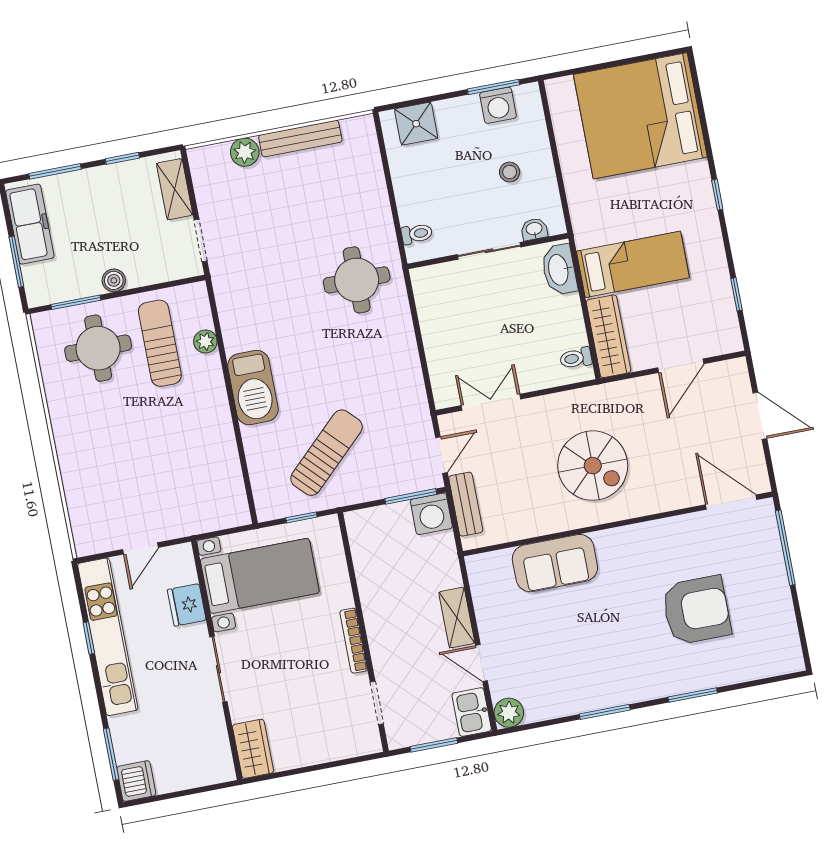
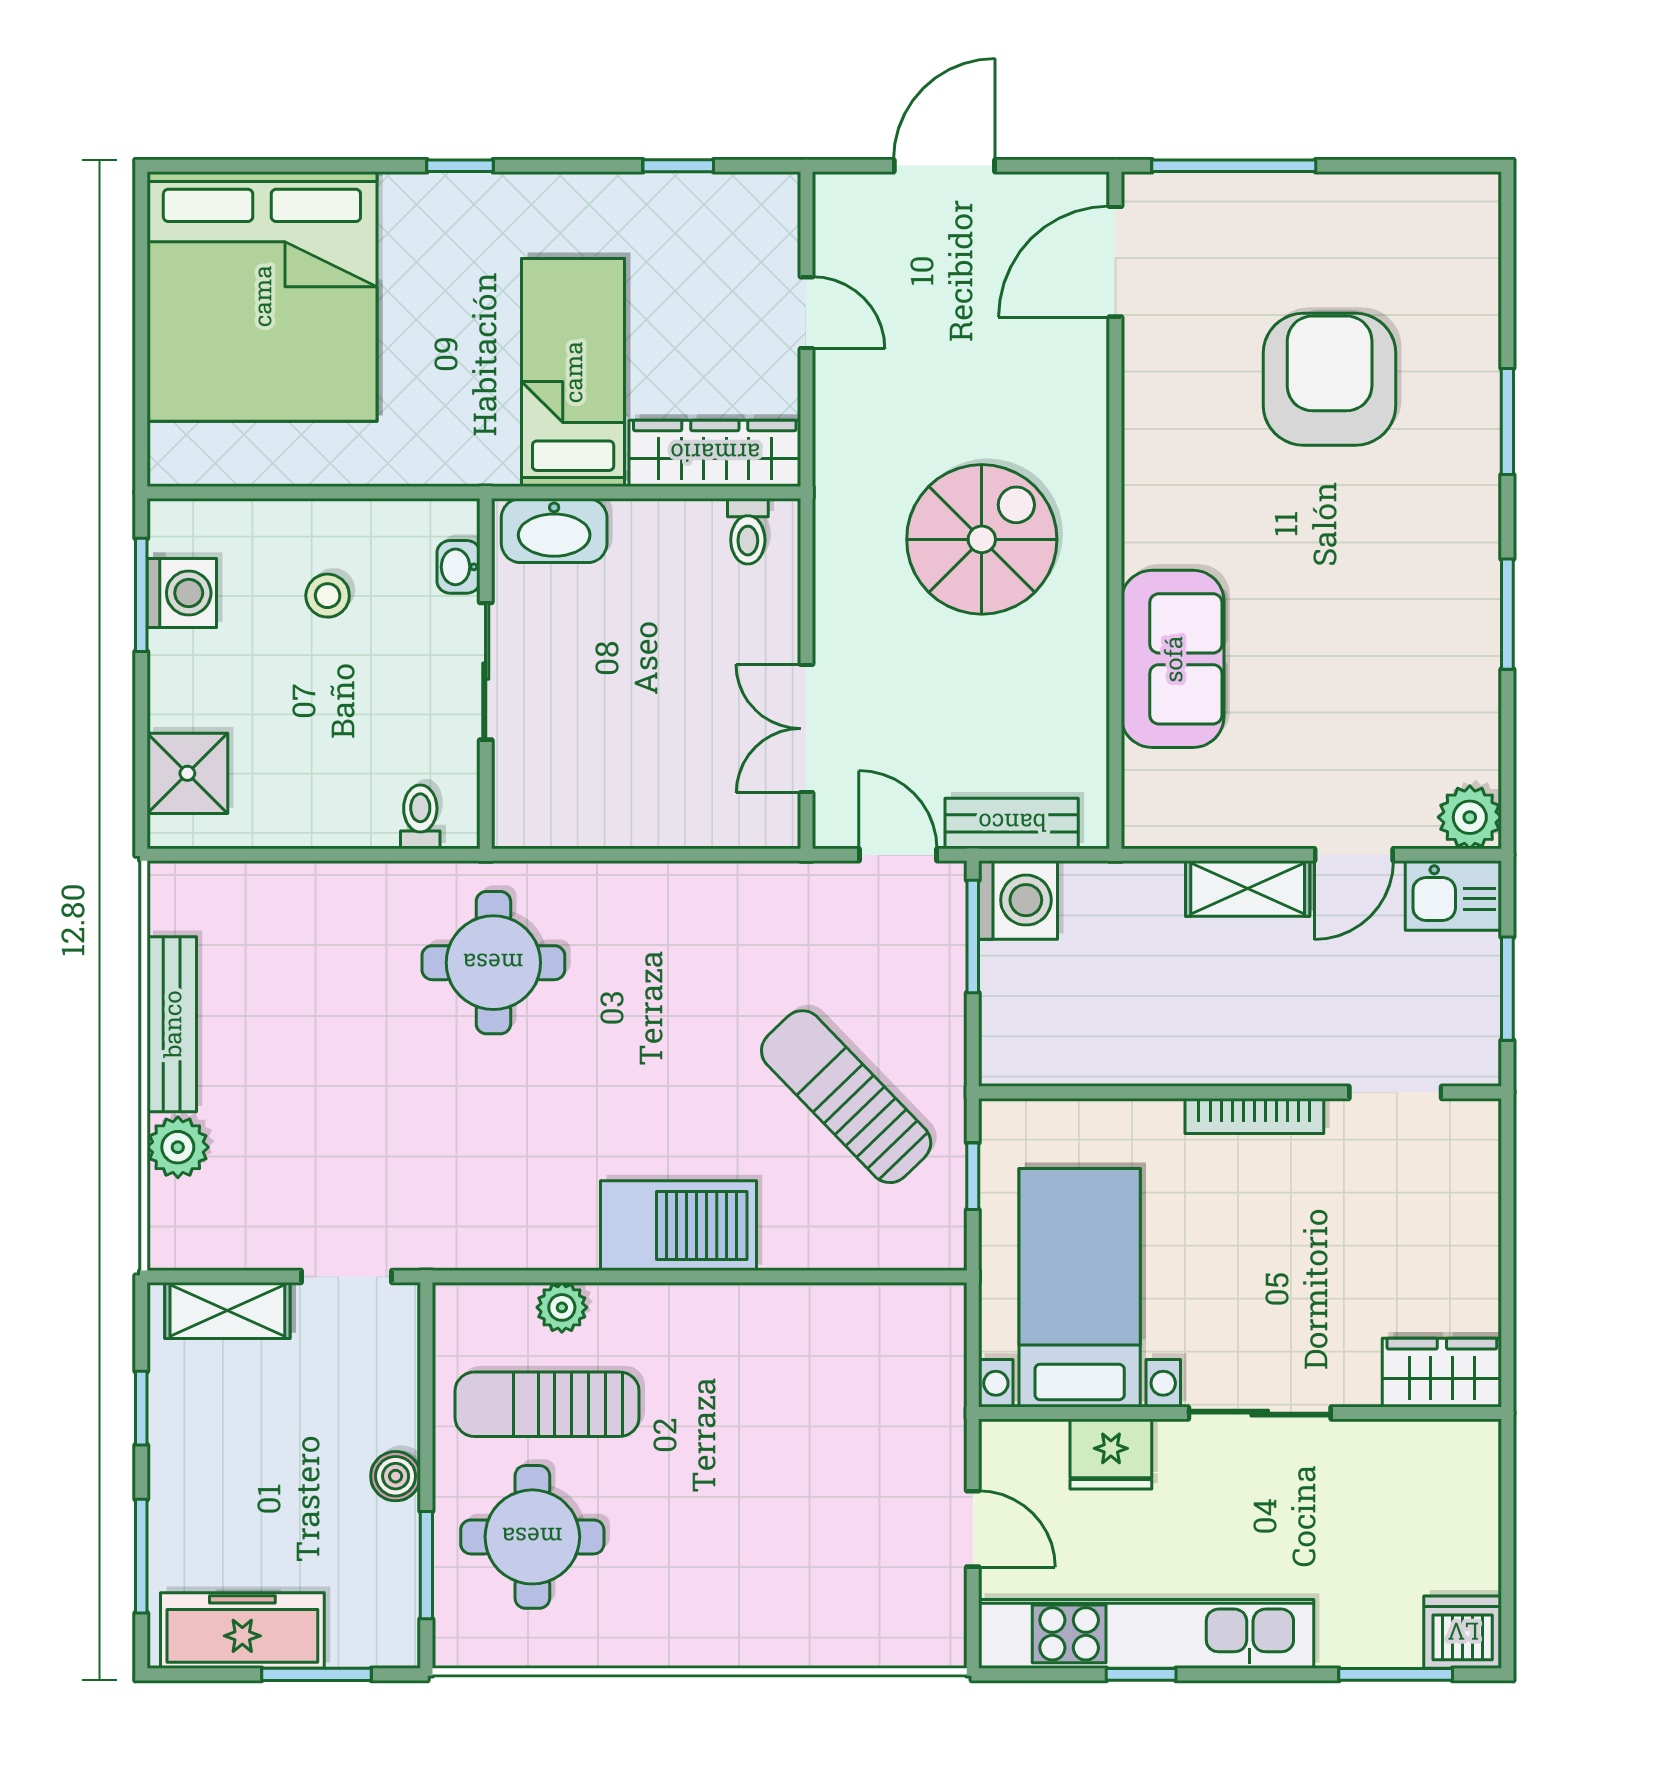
door: (681, 366) -> (806, 313), width x0.73

